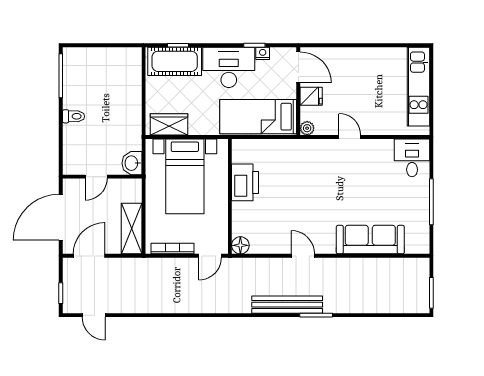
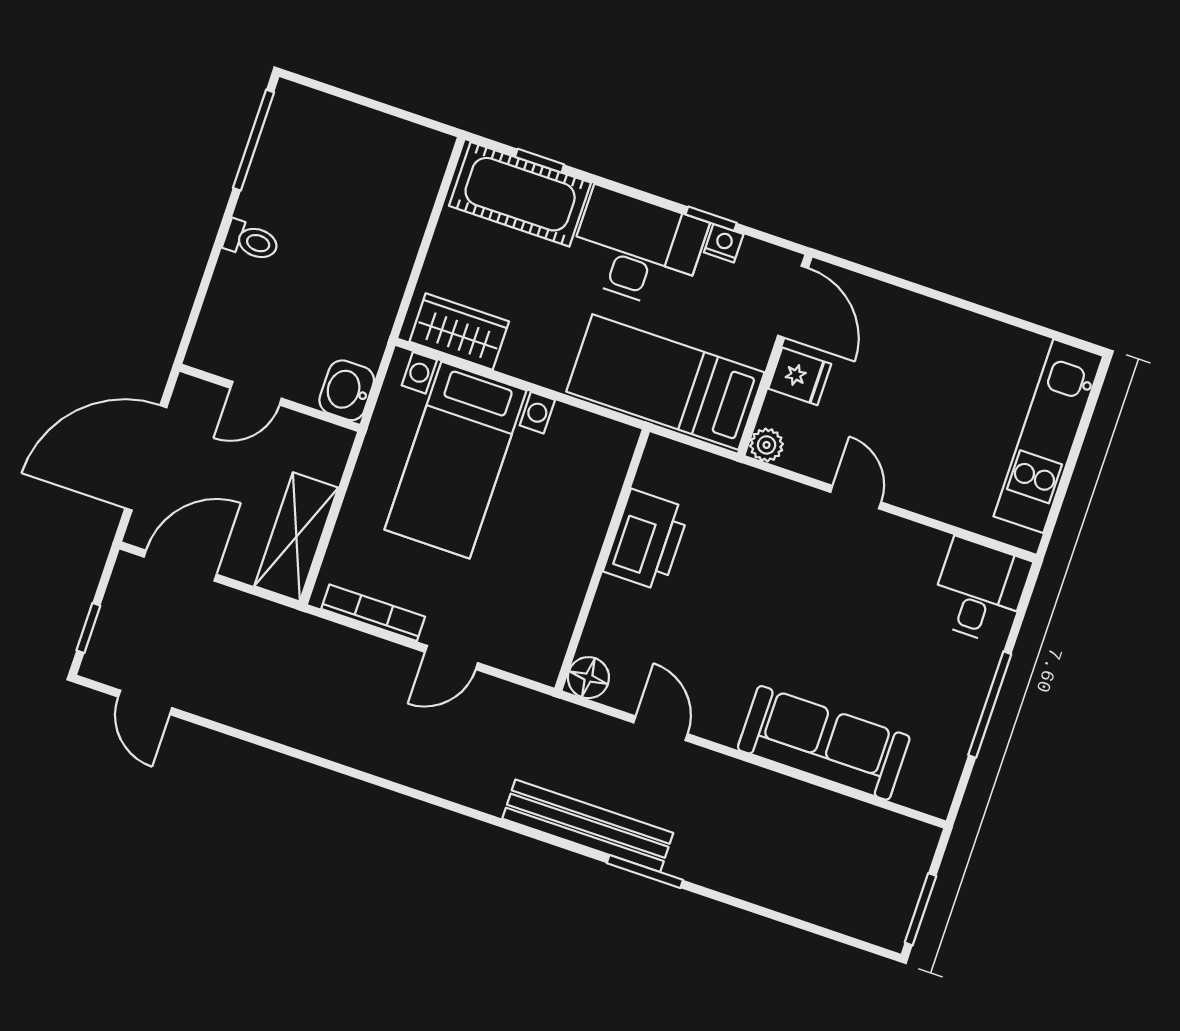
printer: (245, 182) -> (647, 540), moved
wall: (230, 196) -> (602, 560), moved
floor lamp: (240, 245) -> (588, 678), moved

